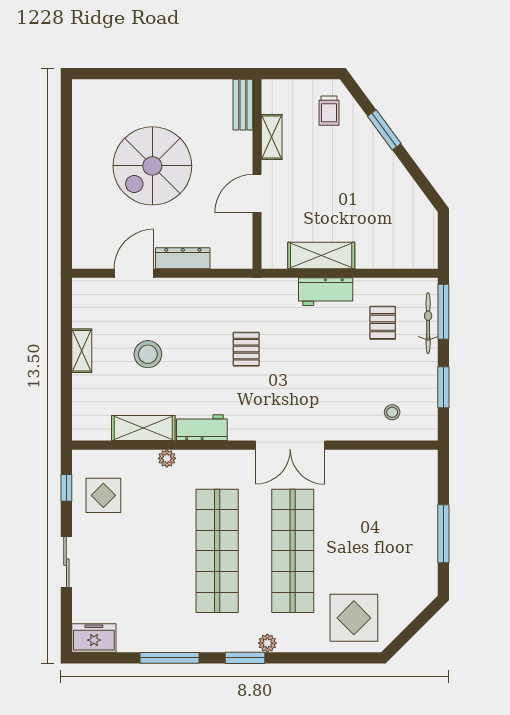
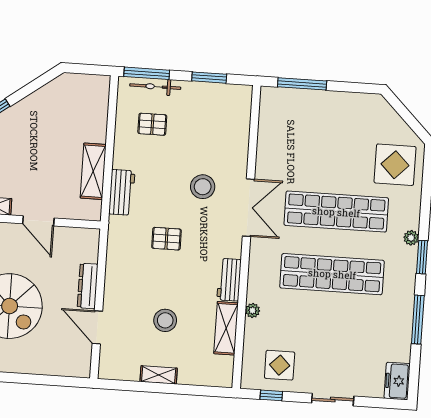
workbench: (326, 292) -> (122, 192), moved
stool: (392, 412) -> (203, 187), moved, width x1.89, depth x1.89
window: (443, 534) -> (302, 84), moved

